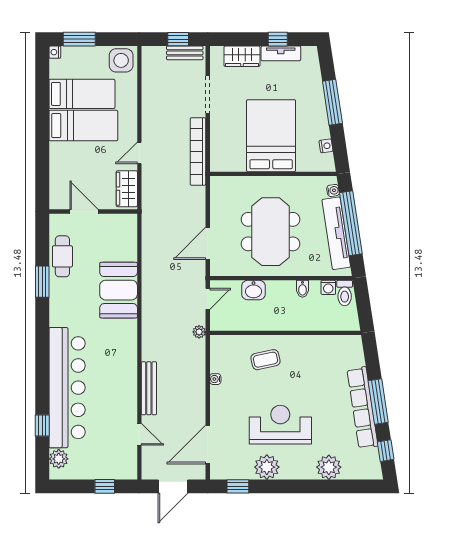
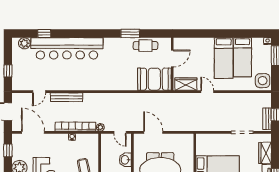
bookcase: (198, 152) -> (75, 127), moved
booth: (119, 290) -> (154, 79), moved

